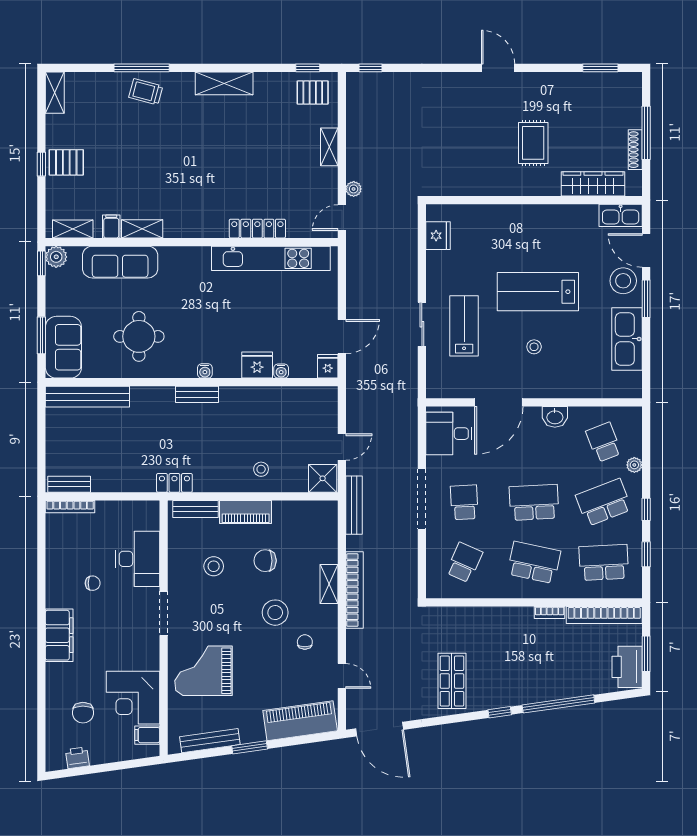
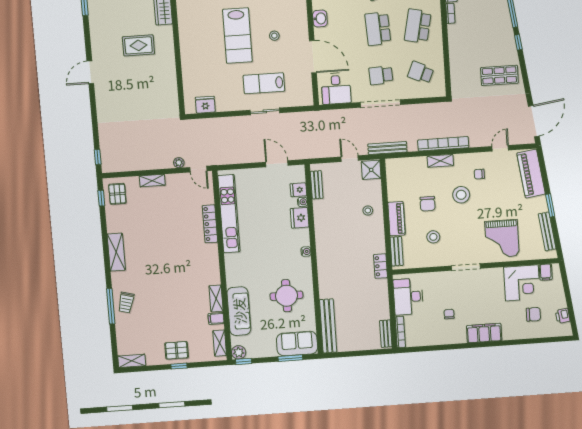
pallet: (66, 162) -> (177, 350), turned 90
fridge: (328, 366) -> (298, 190), moved
bench: (197, 394) -> (317, 185), moved
desk: (138, 559) -> (408, 297), moved, turned -90

